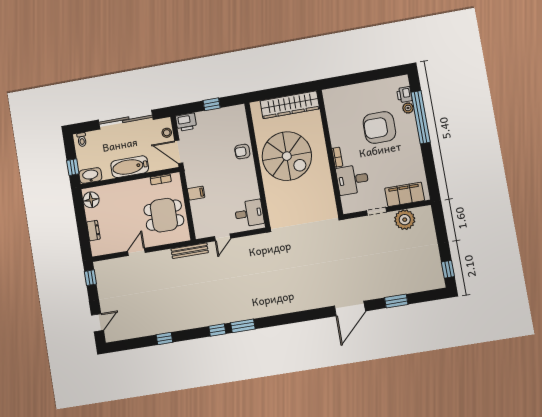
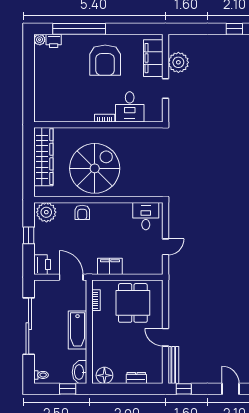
plant: (408, 108) -> (40, 40), moved
plant: (237, 117) -> (46, 212), added
armchair: (379, 127) -> (105, 60), moved
stool: (167, 133) -> (50, 286), removed
door: (179, 152) -> (71, 277), swing flipped
filing cabinet: (196, 193) -> (110, 266), width x2.00
door: (223, 237) -> (165, 247), hinge flipped
bench: (190, 251) -> (173, 365), moved

